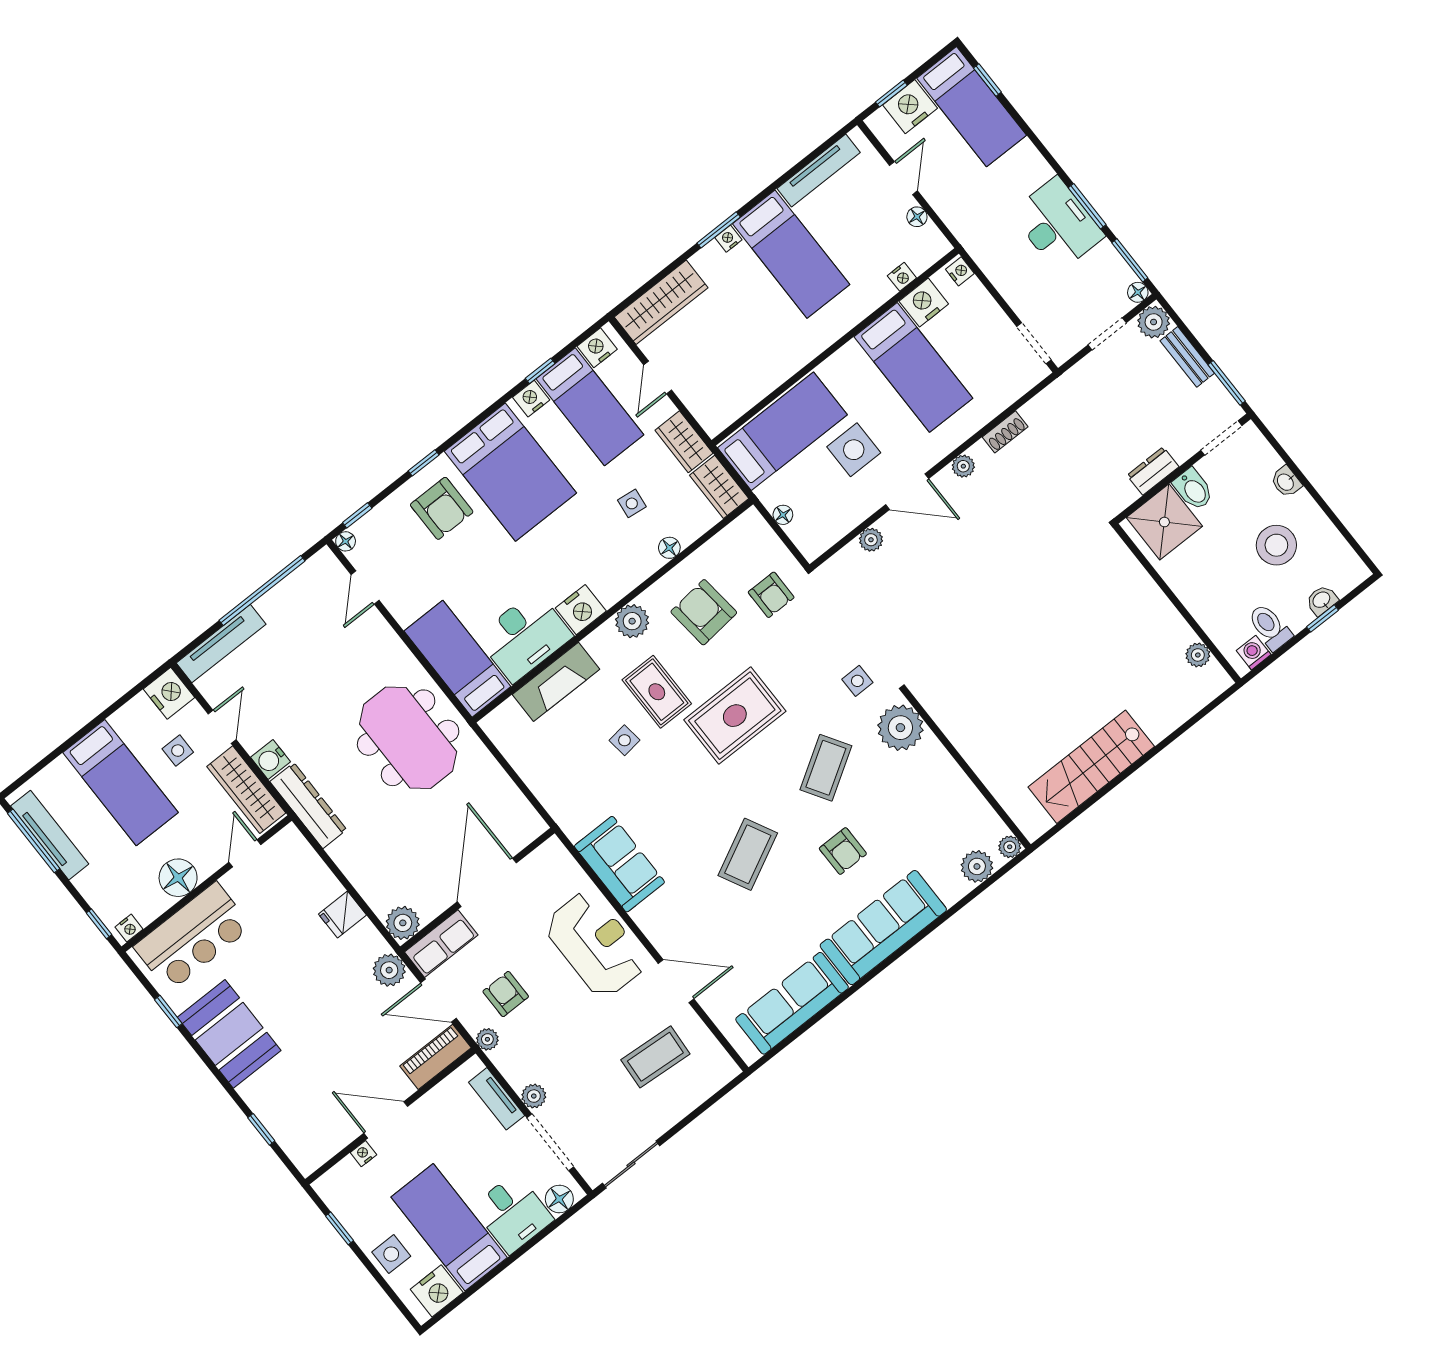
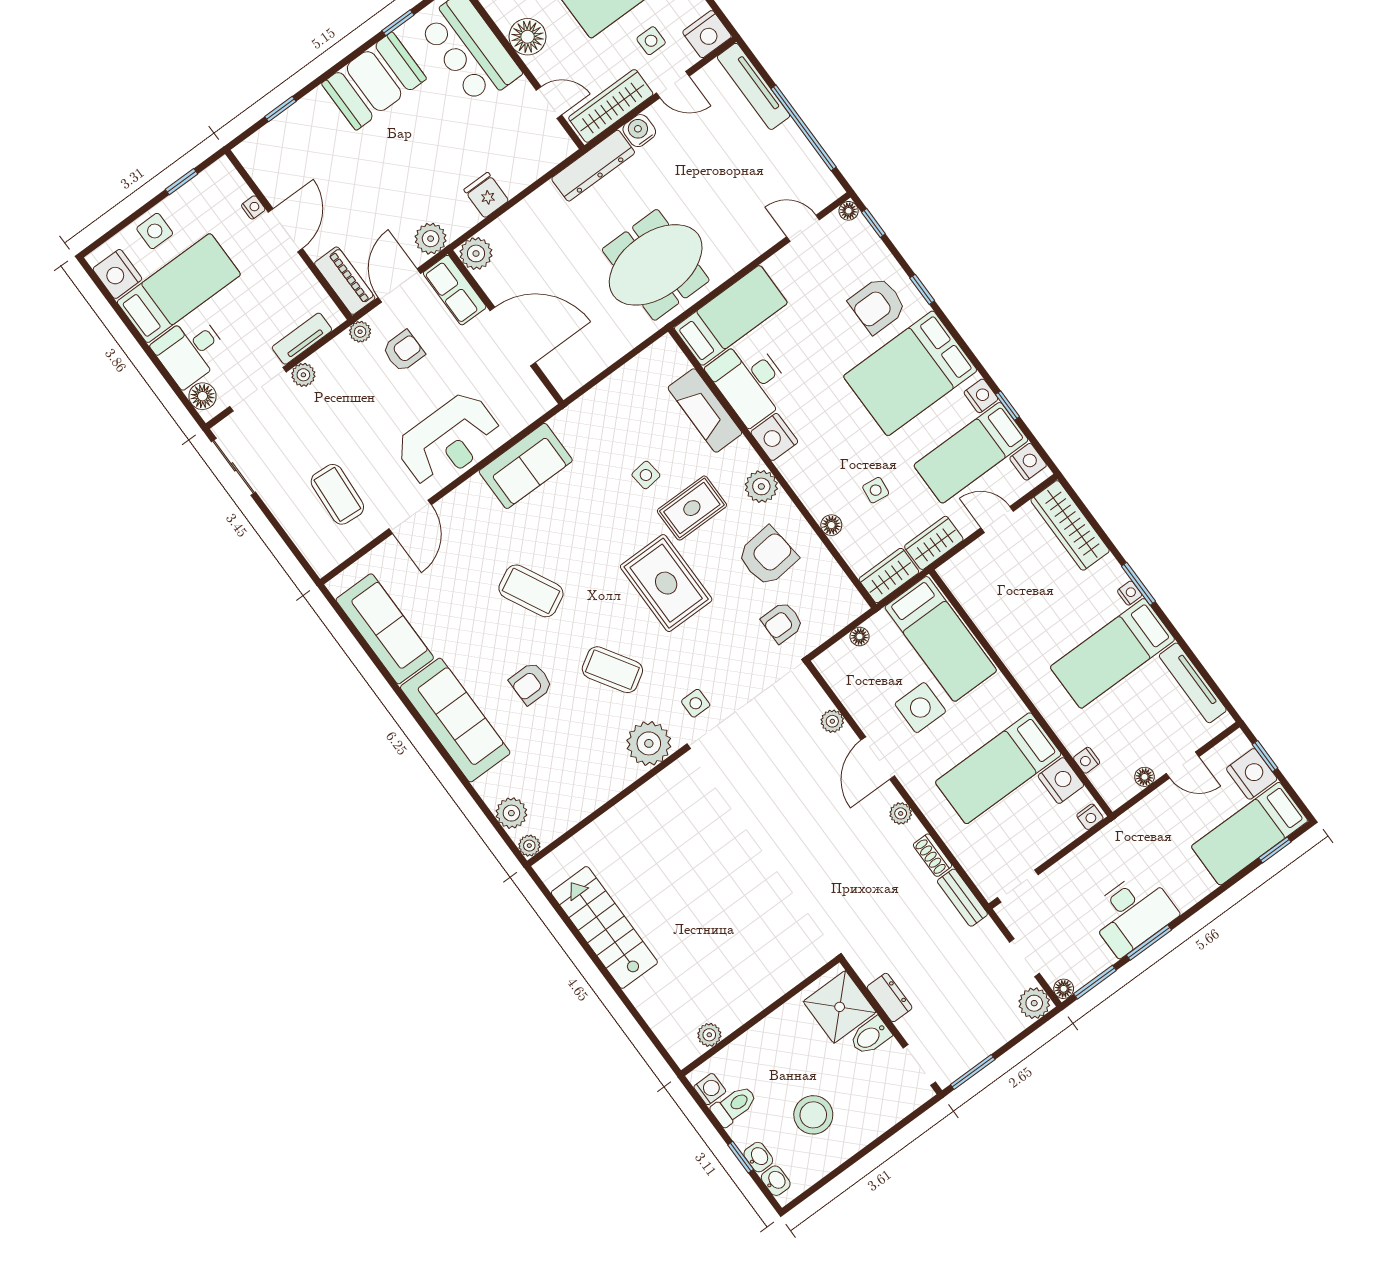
bench: (1187, 357) -> (962, 898), moved, turned 90
washbasin: (1286, 482) -> (776, 1181), moved, turned 90

